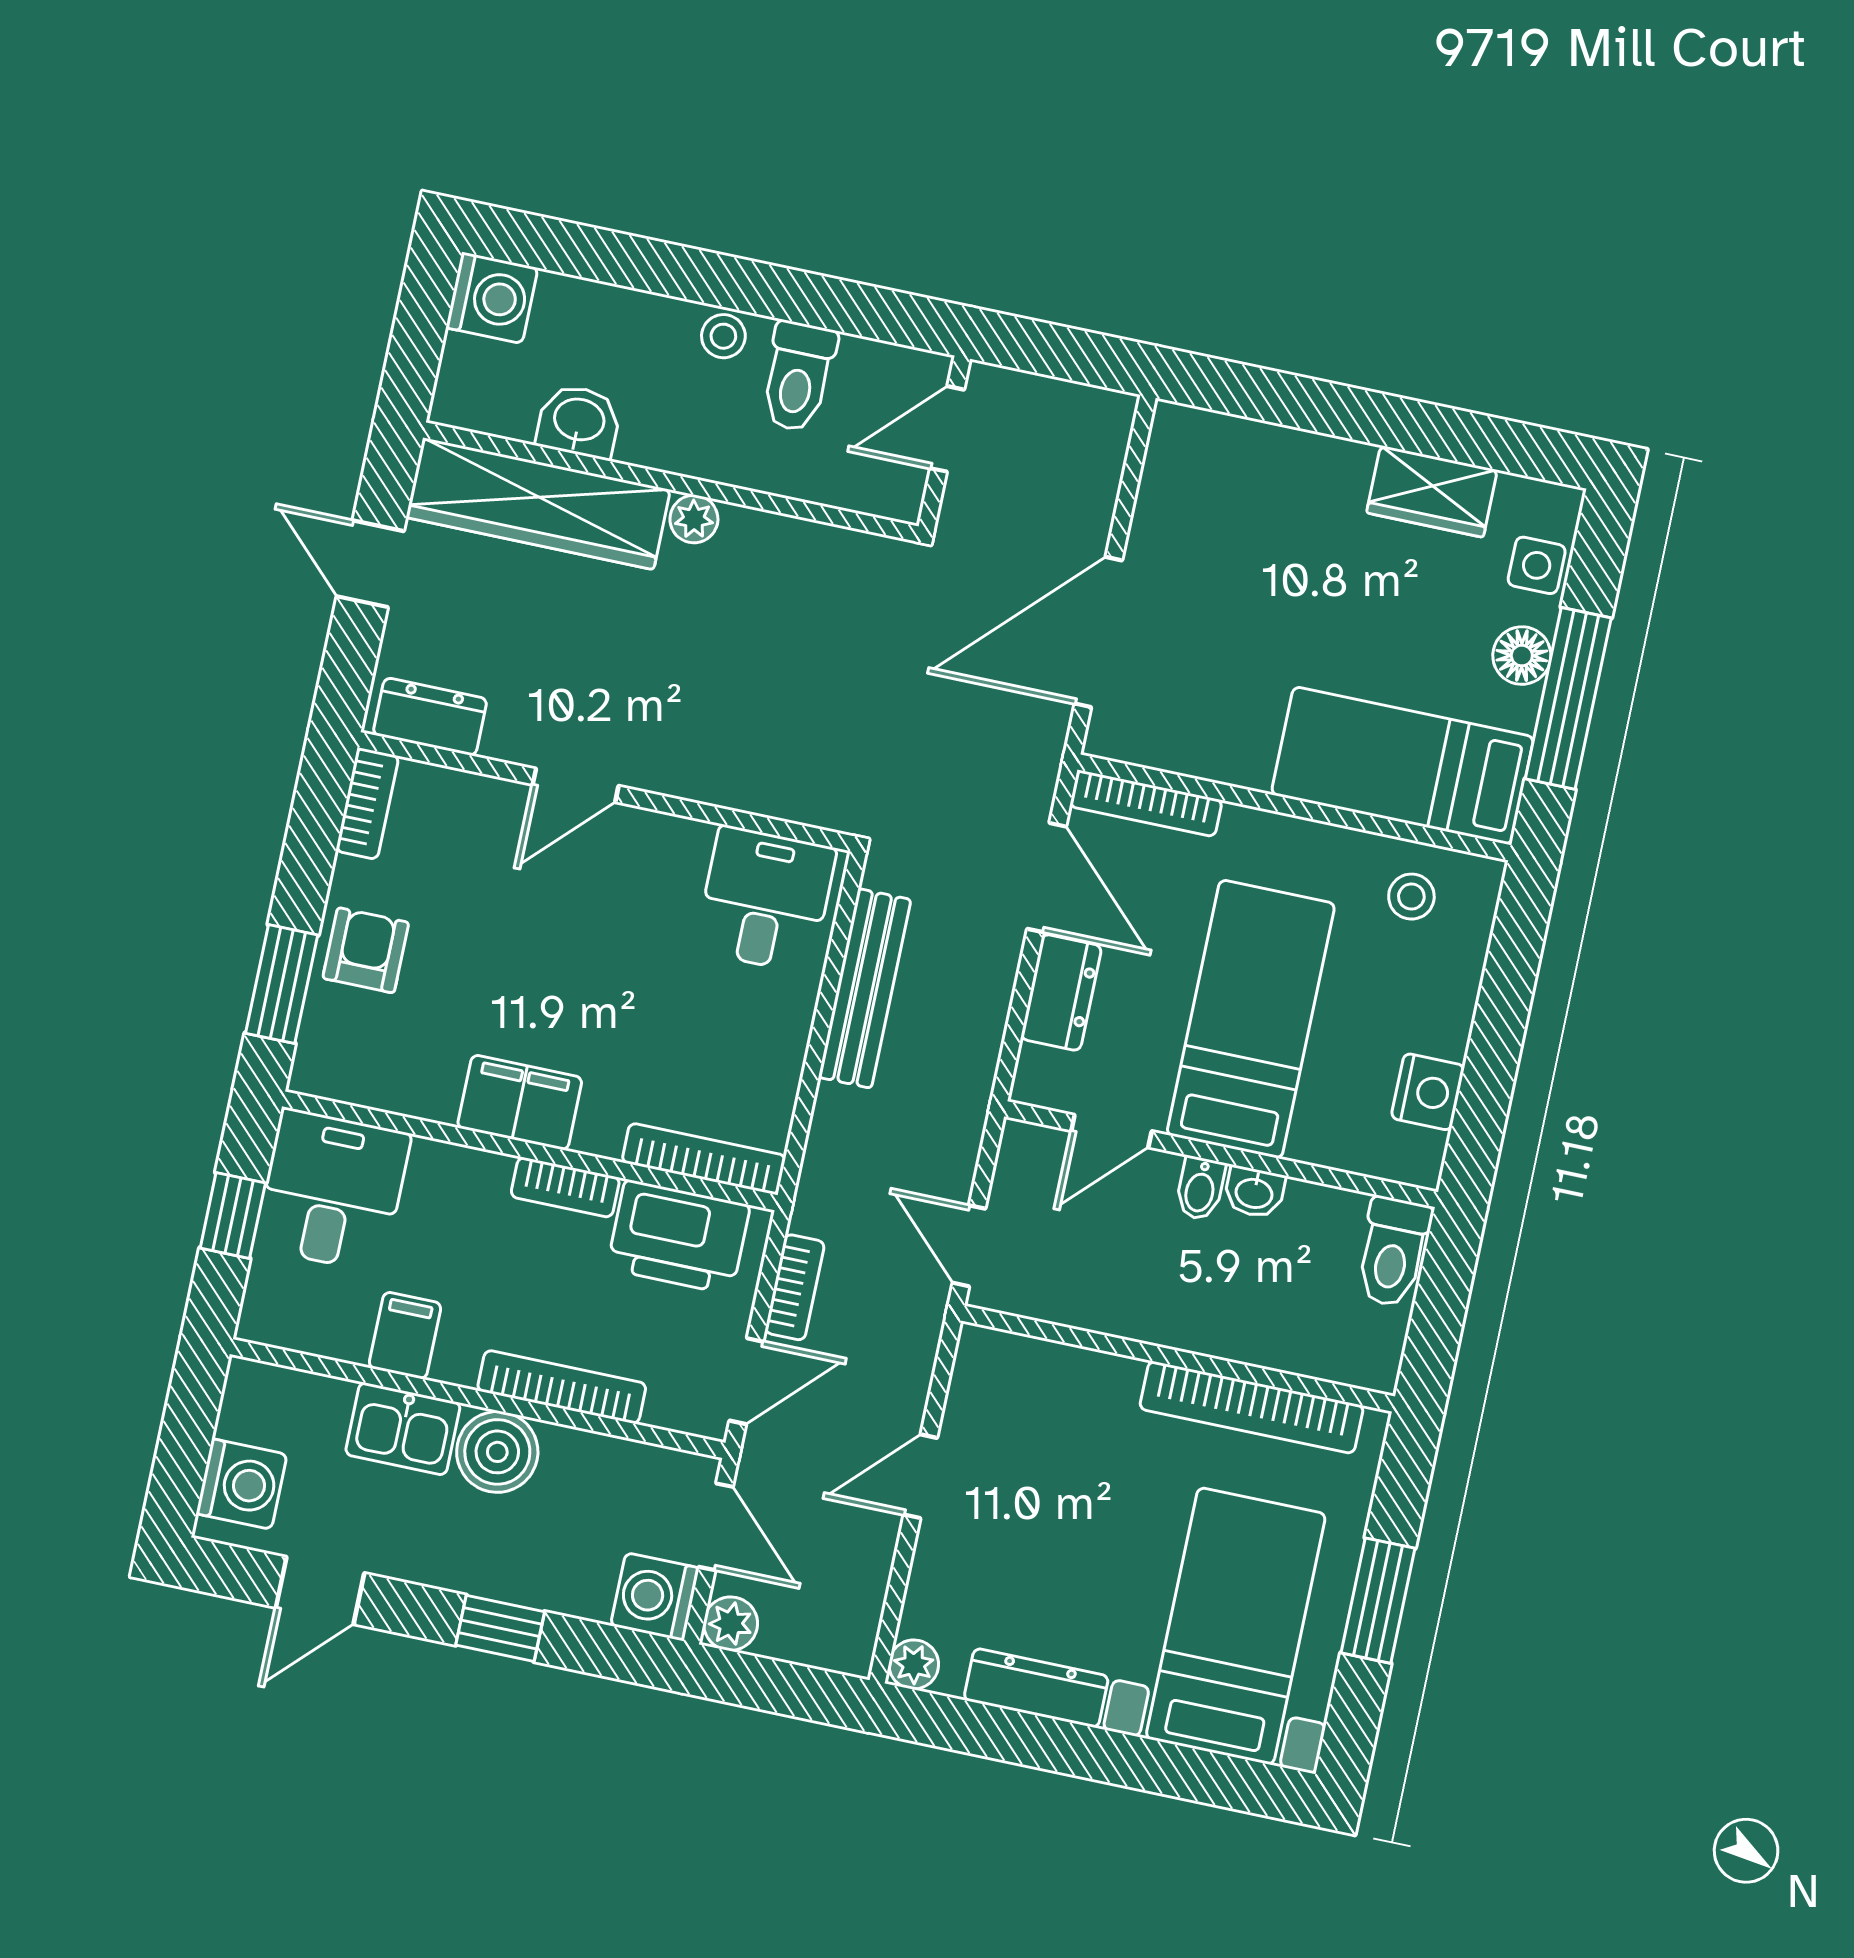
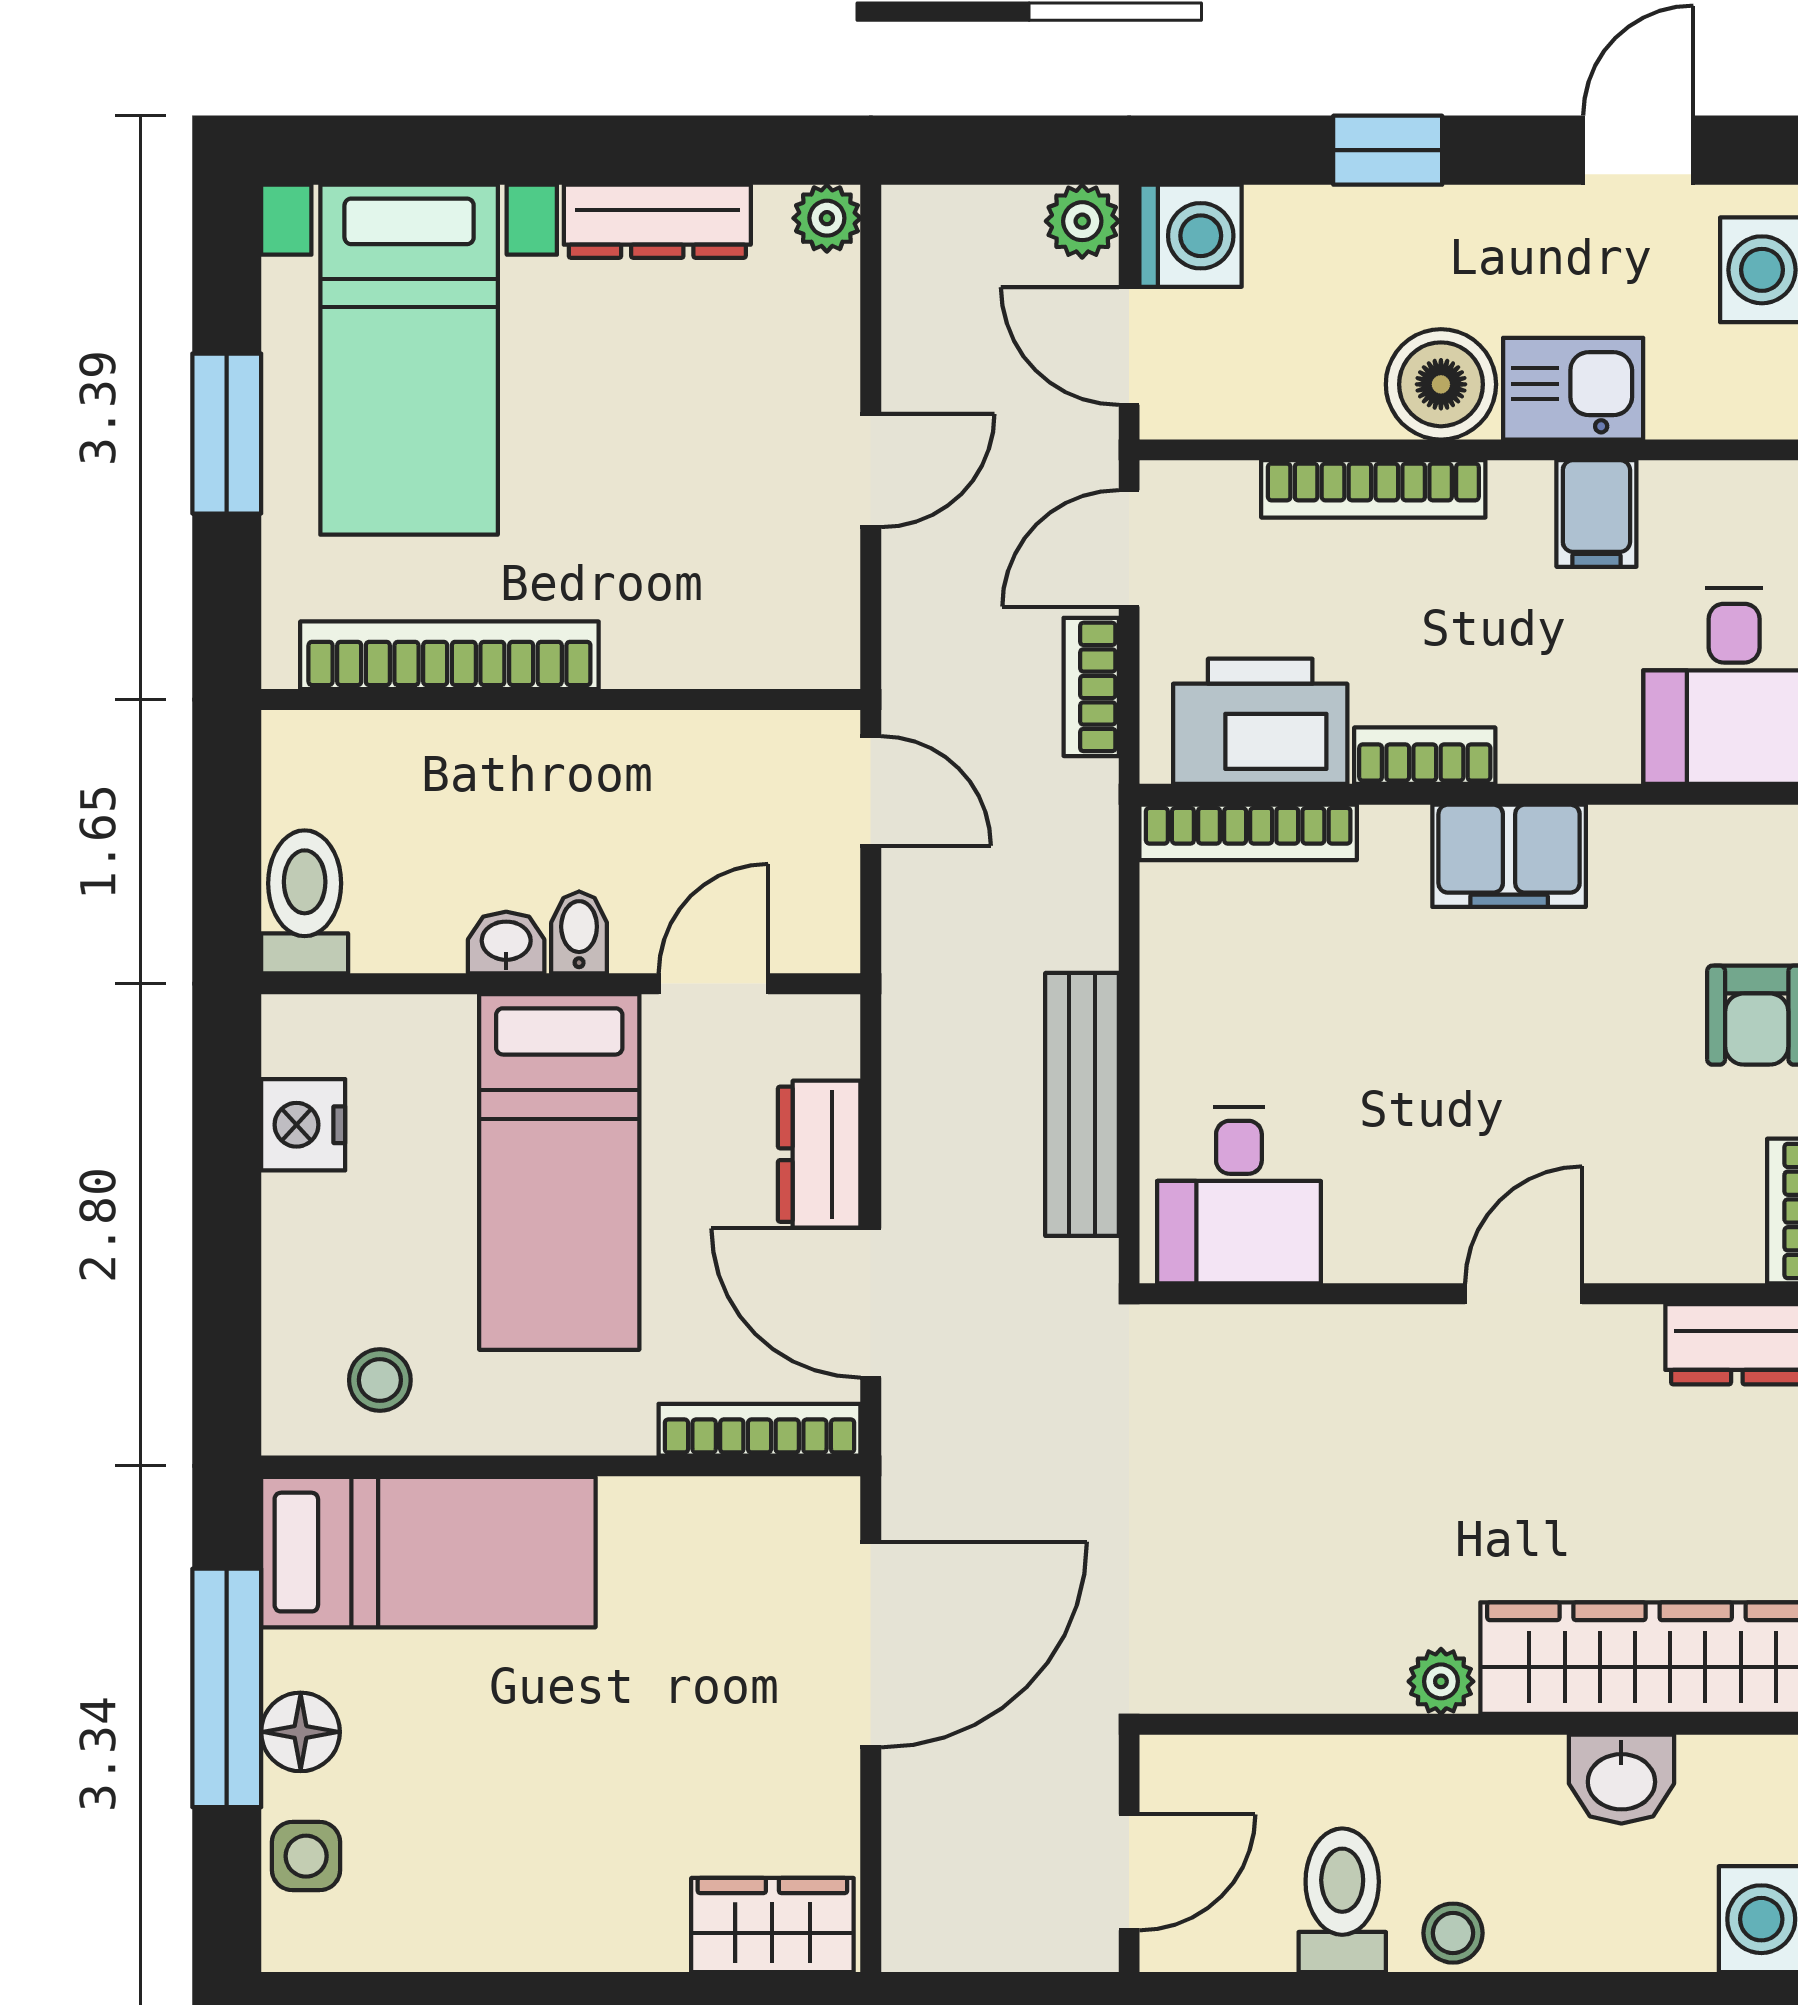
wardrobe: (1432, 491) -> (772, 1925), moved

